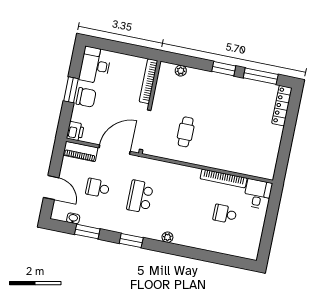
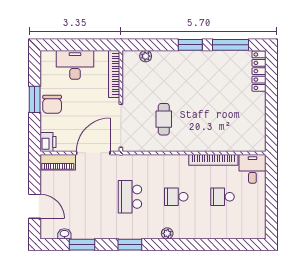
desk: (95, 65) -> (75, 65), moved, turned 90
chair: (86, 97) -> (52, 104), turned 90
school desk: (98, 188) -> (176, 197), moved

